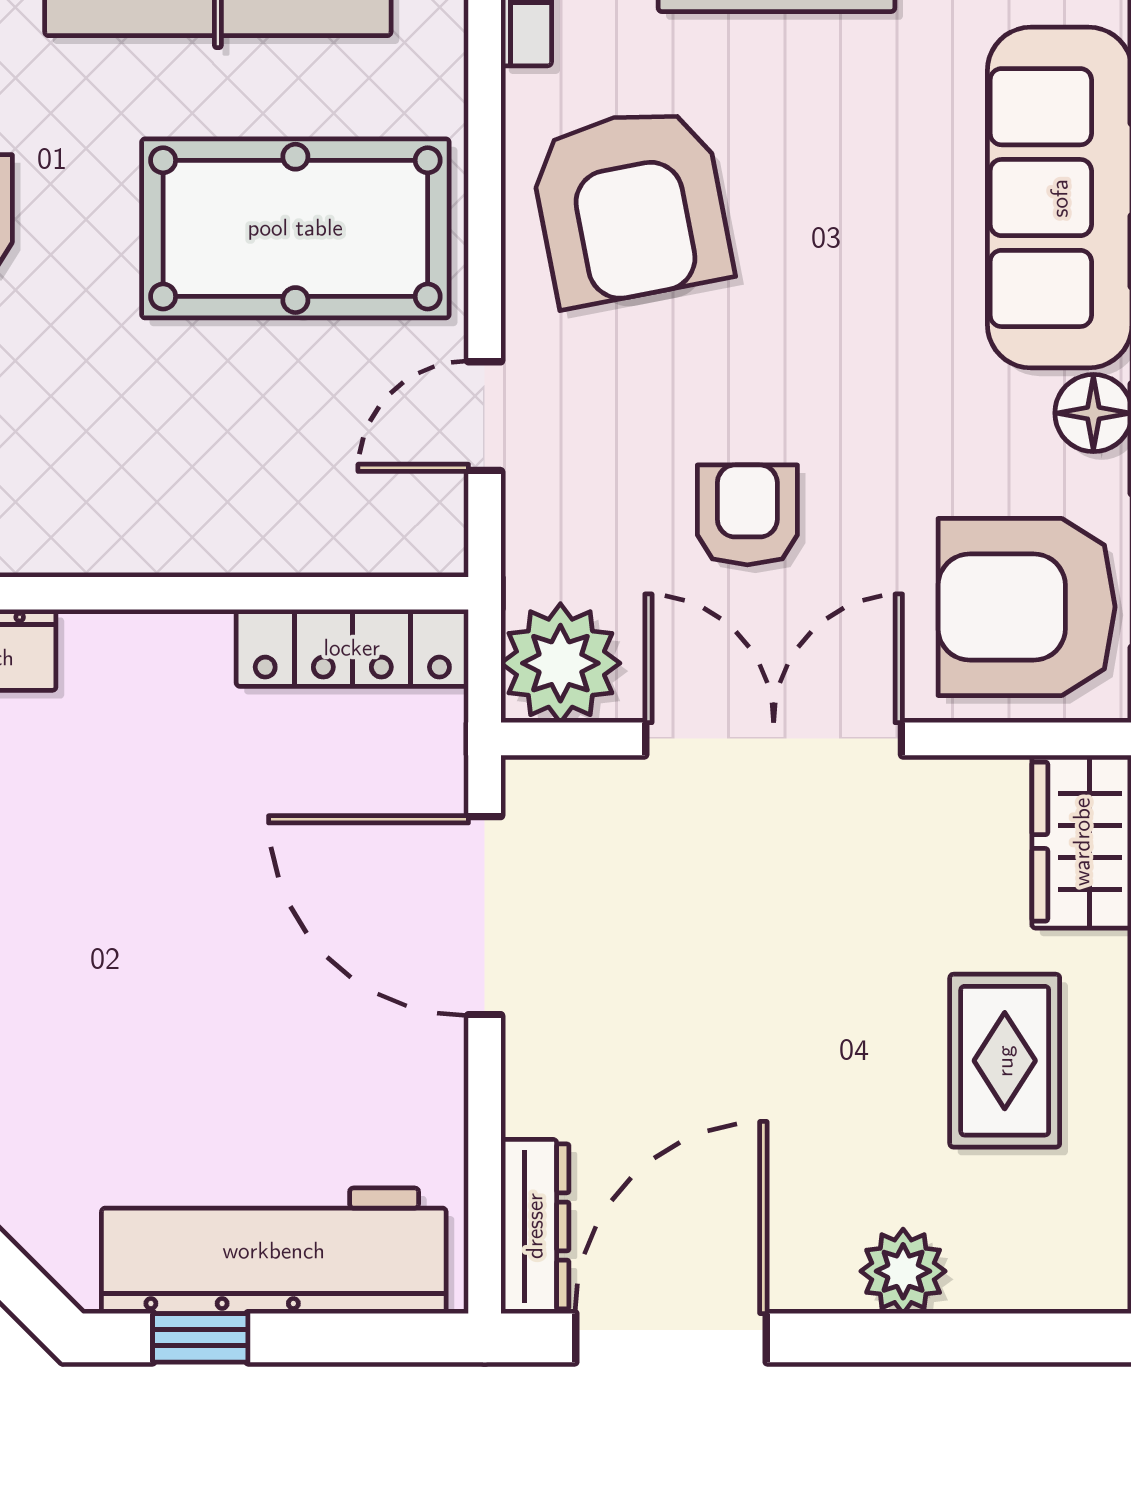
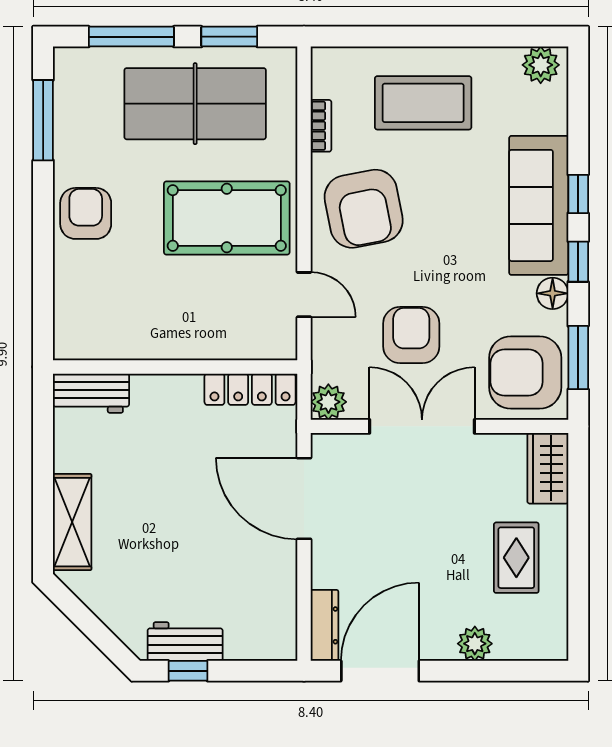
door: (485, 416) -> (304, 295), swing flipped
armchair: (747, 515) -> (411, 335), width x1.38, depth x1.38
plant: (560, 663) -> (328, 402), width x0.73, depth x0.73
workbench: (274, 1251) -> (185, 642), width x0.53, depth x0.76

